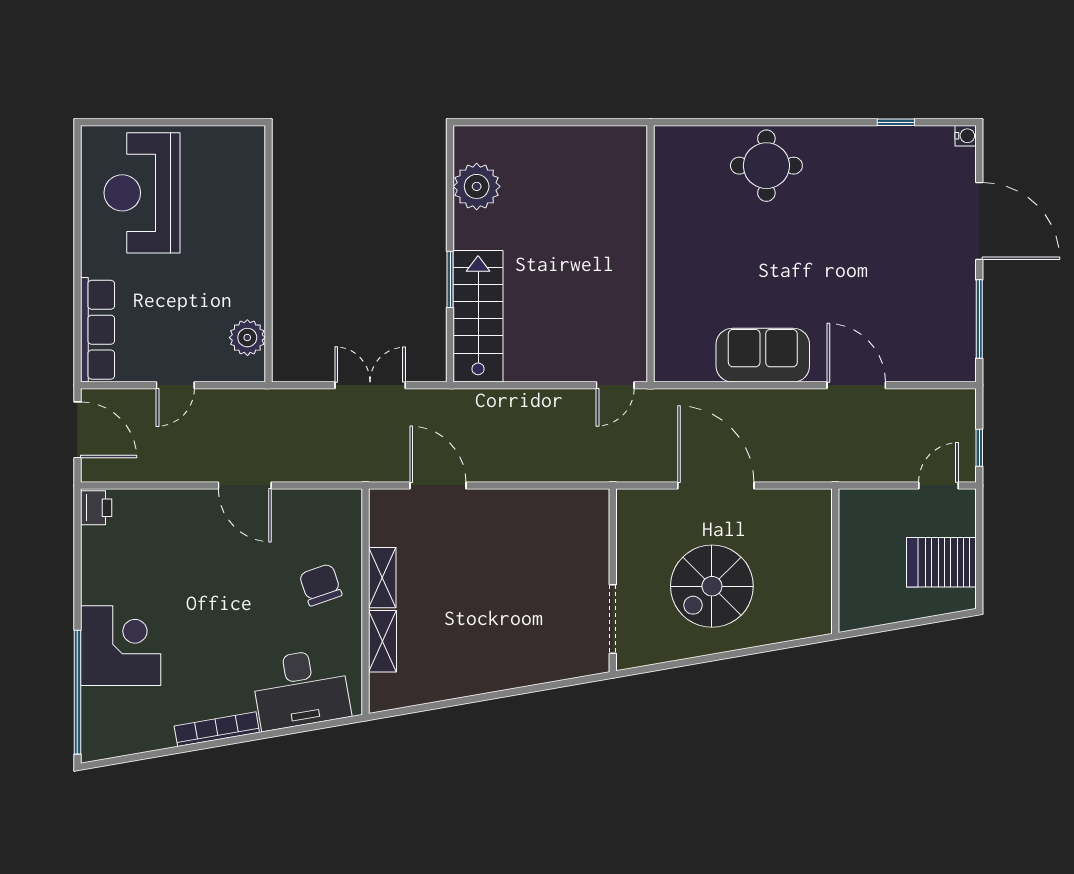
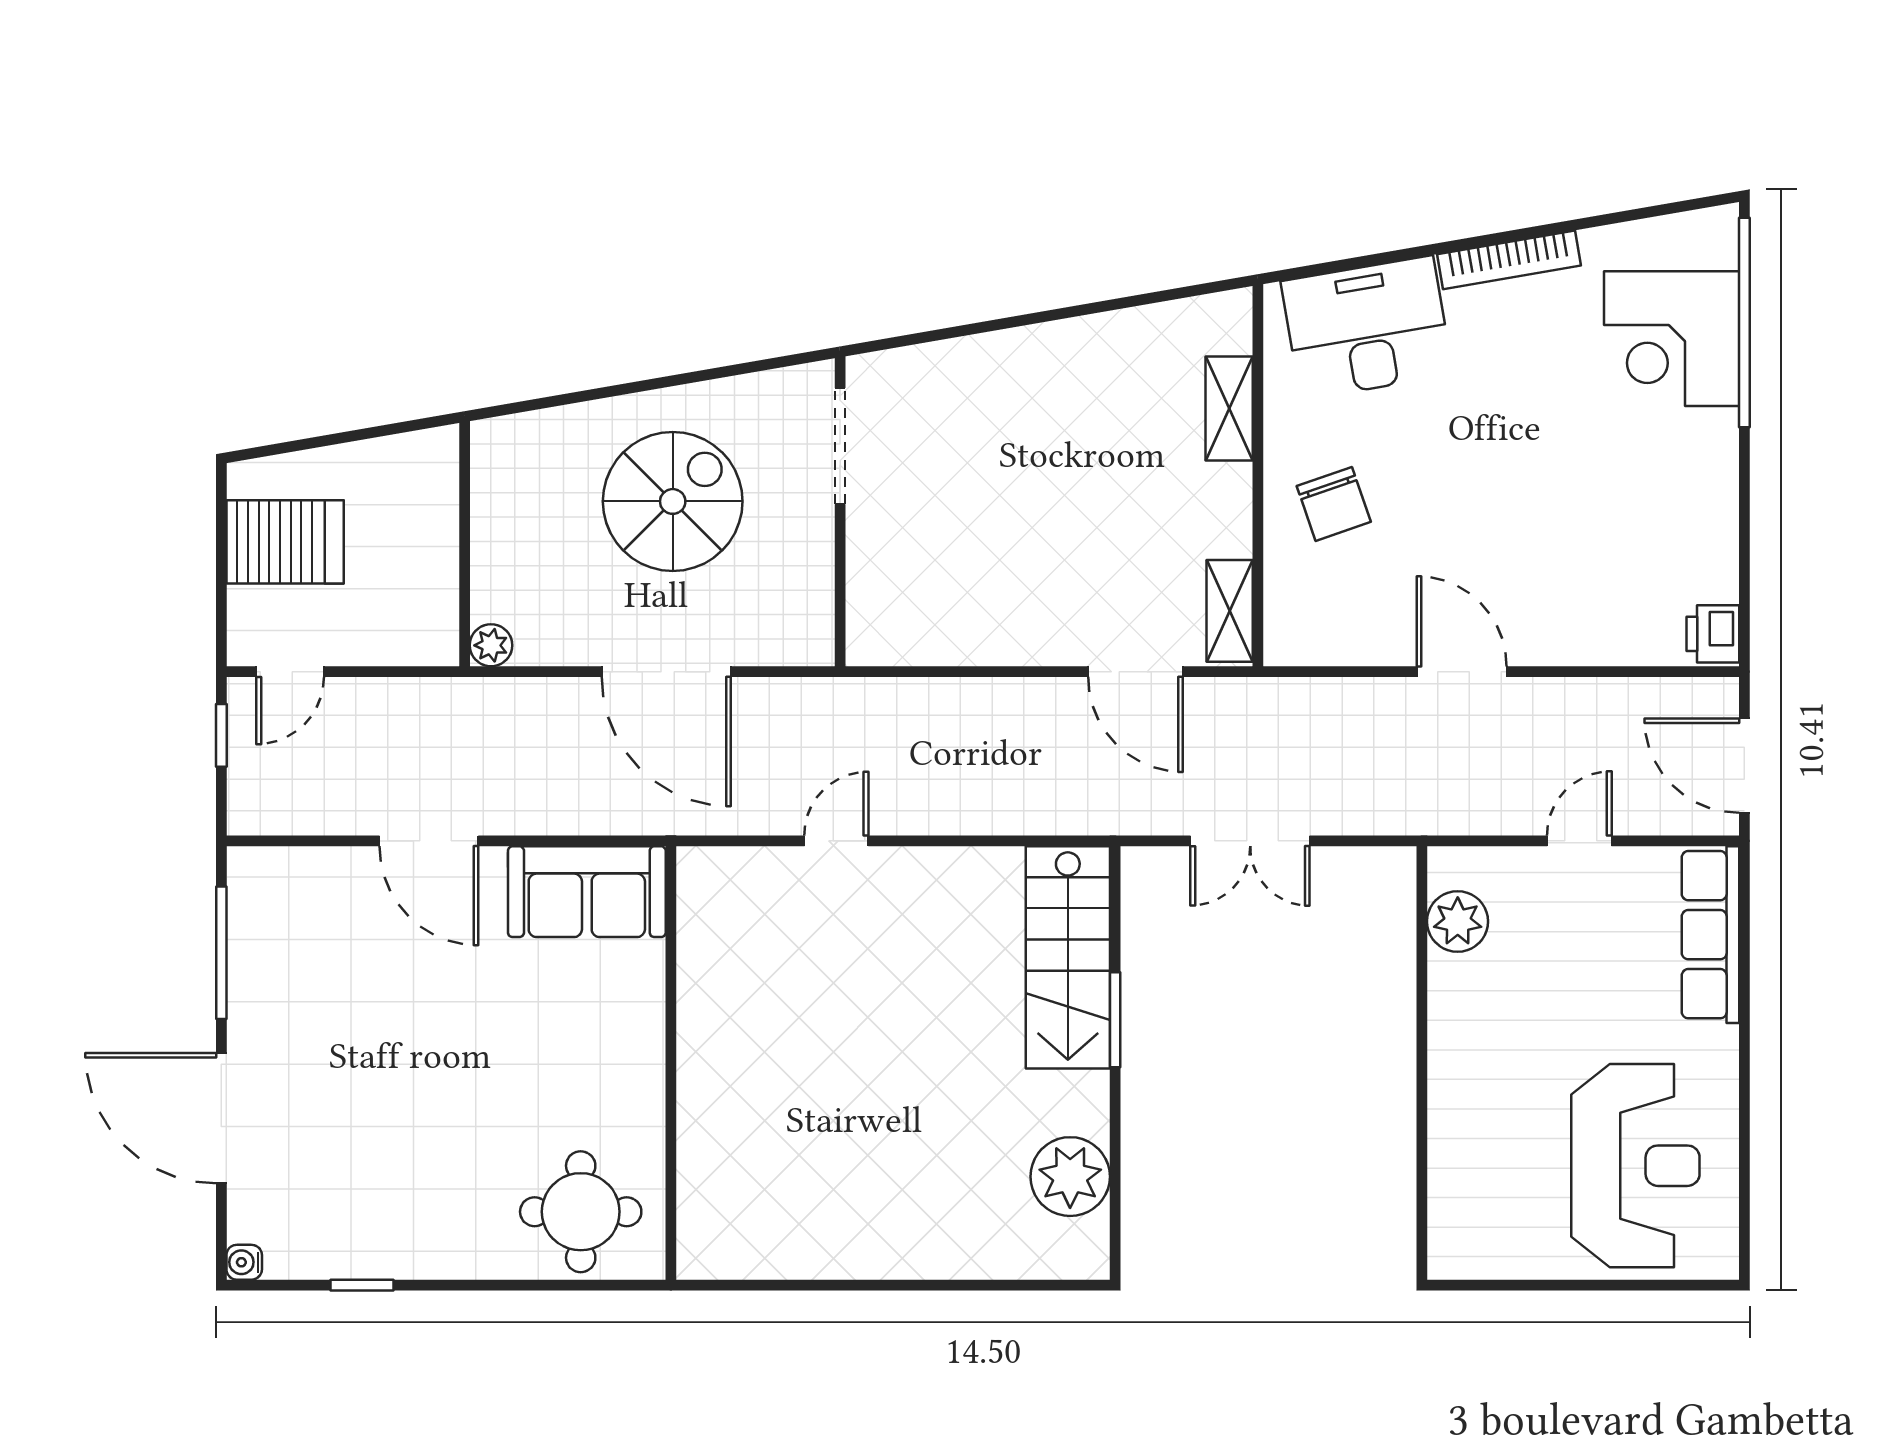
wall: (650, 254) -> (671, 1063), moved
plant: (820, 501) -> (491, 645), added
shelving: (382, 578) -> (1230, 611), moved
corner desk: (121, 646) -> (1672, 339), moved

